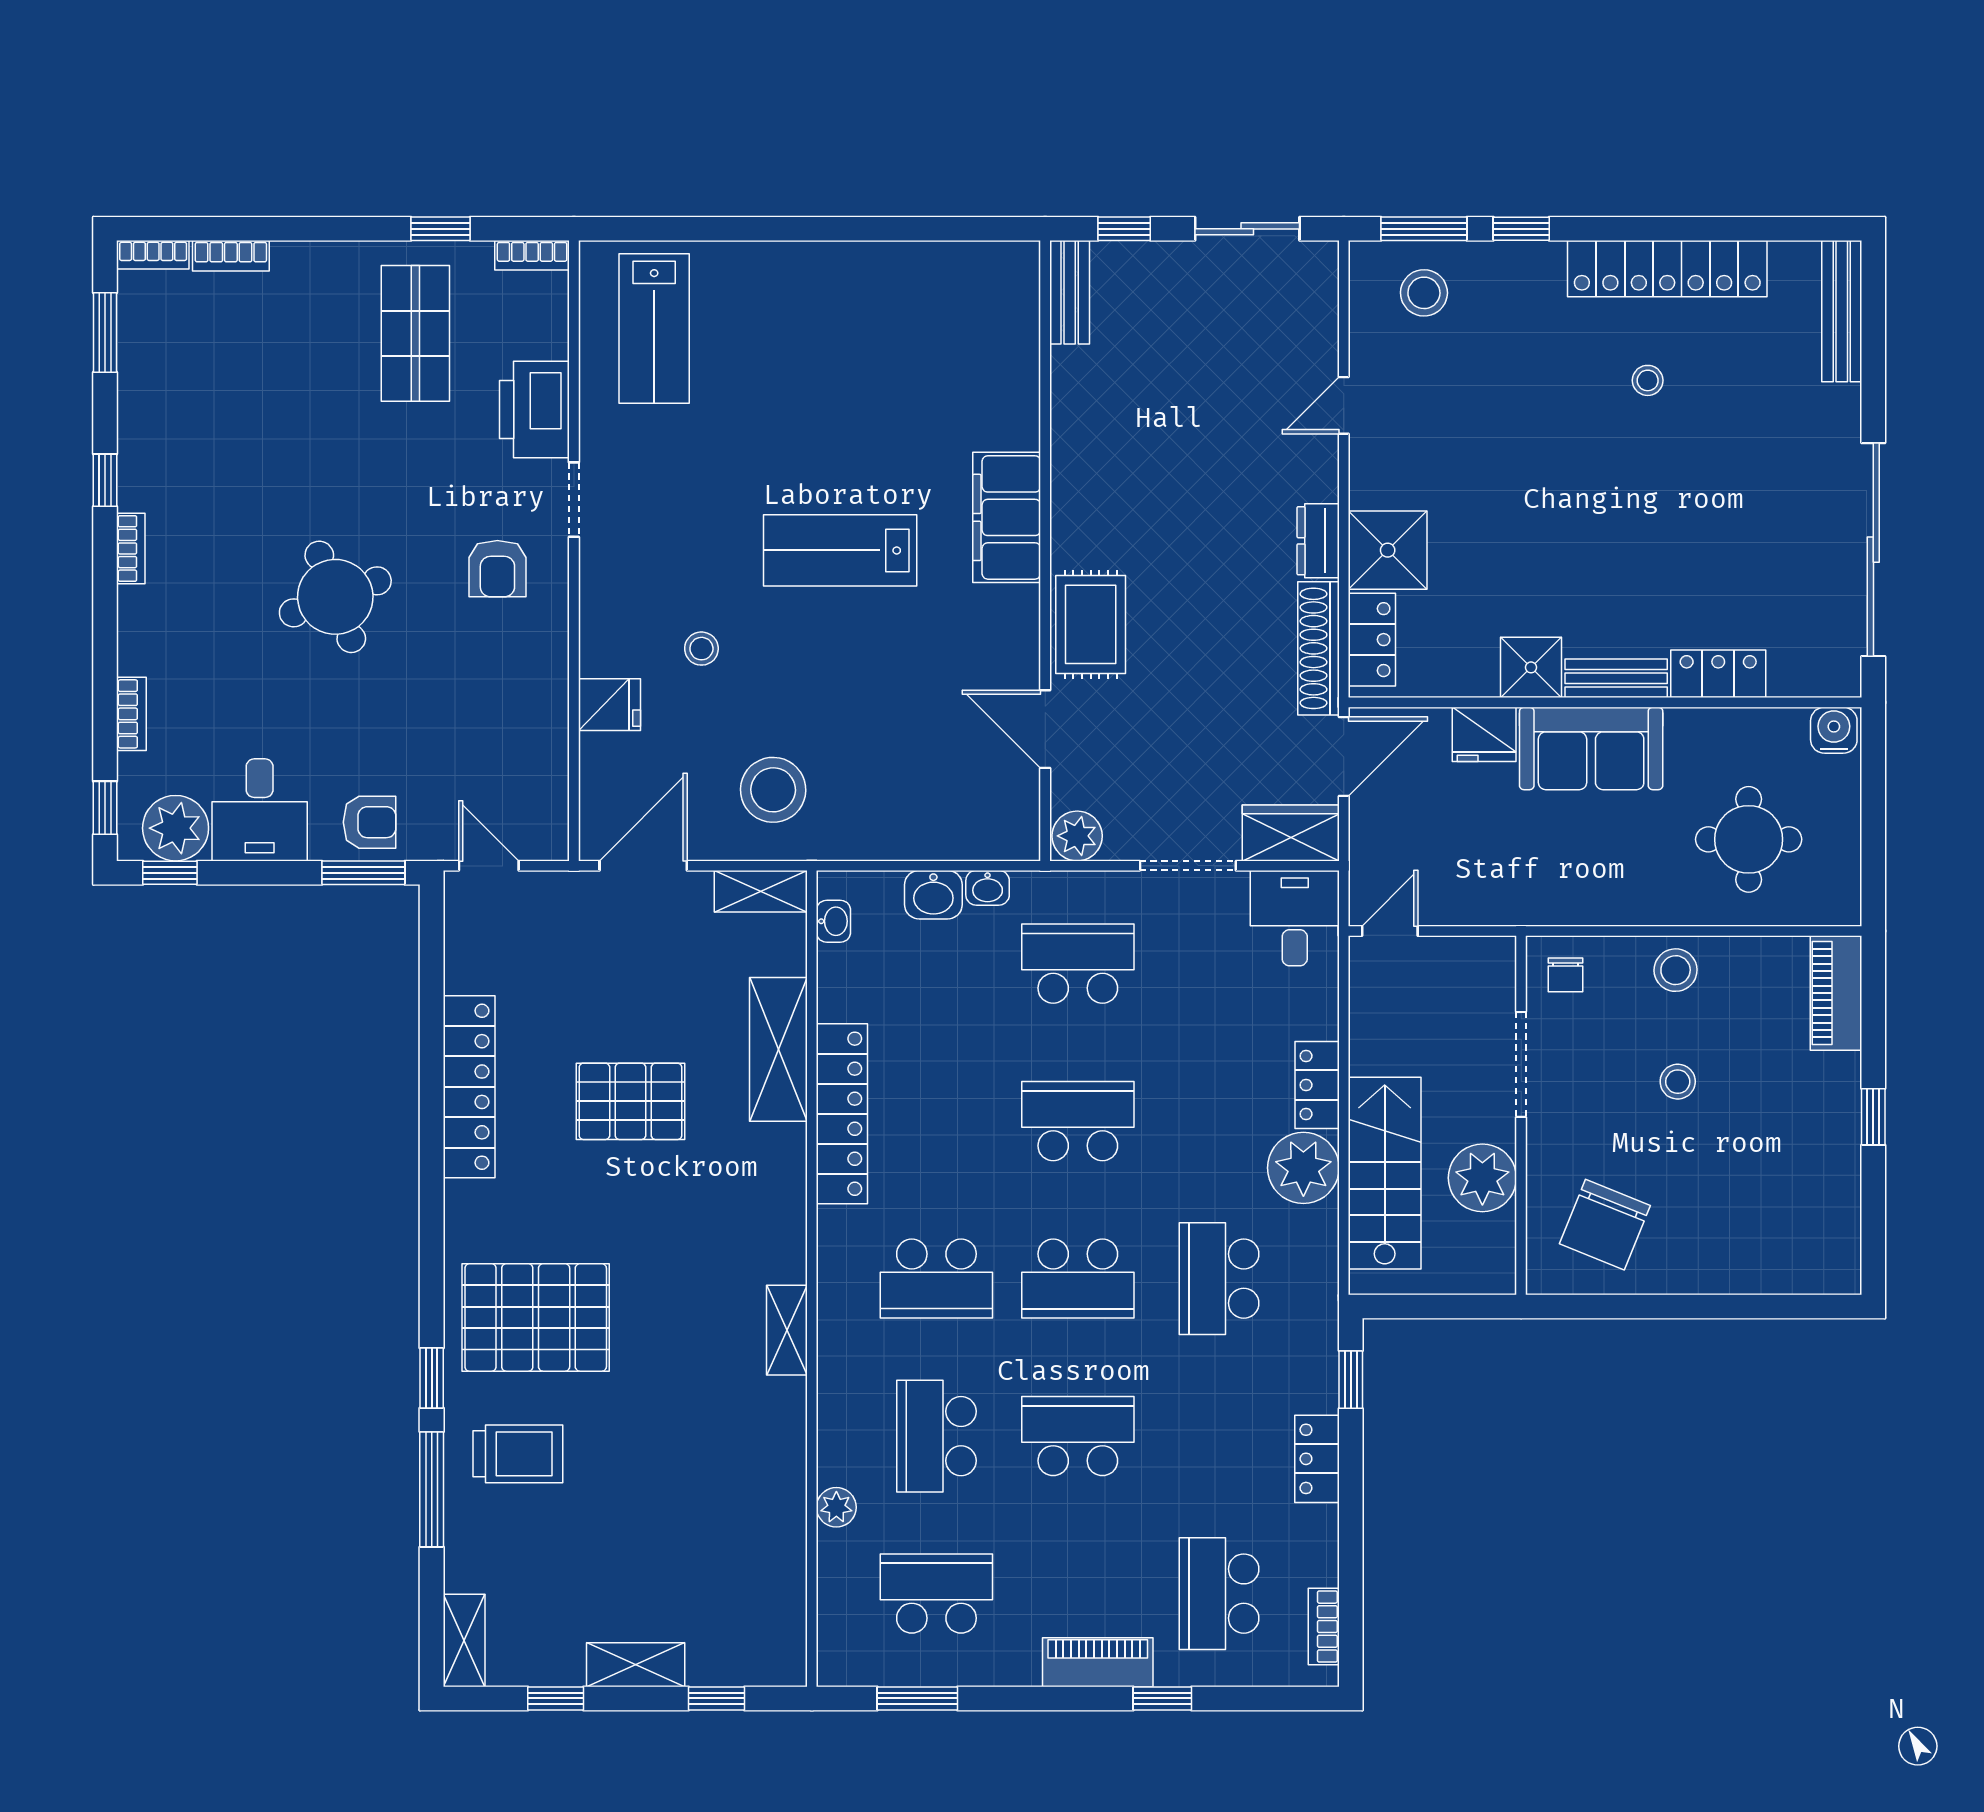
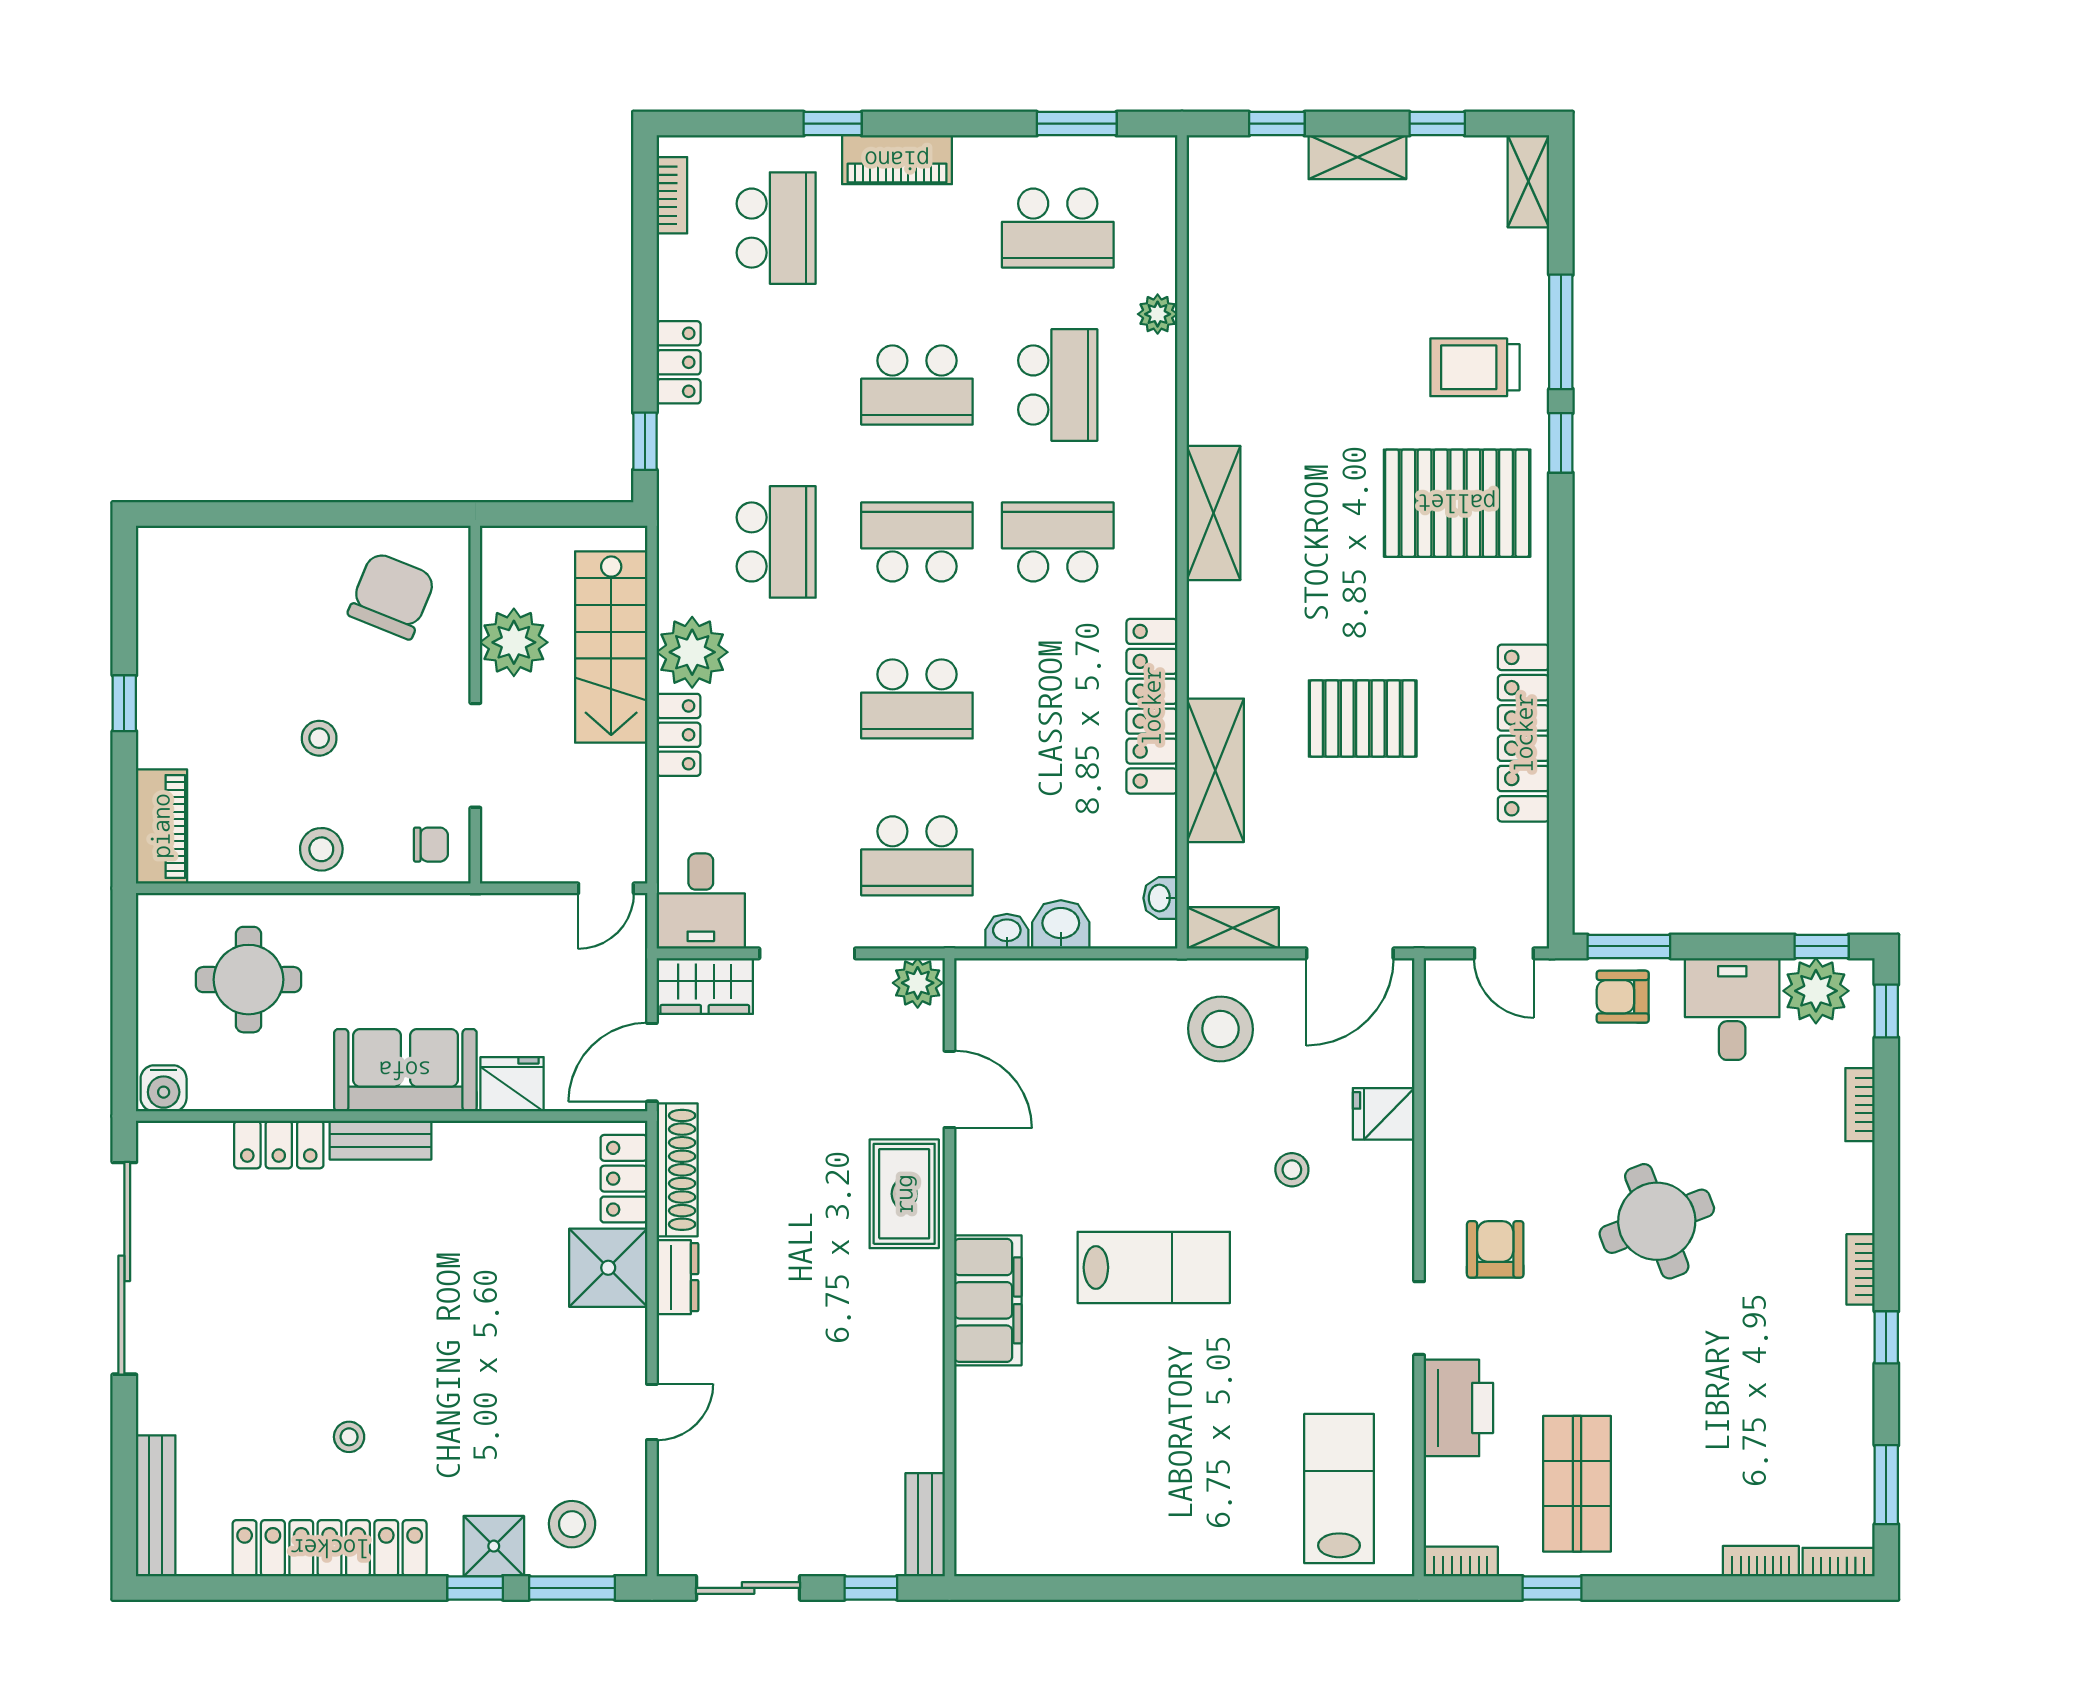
shower: (1531, 667) -> (494, 1546), moved
chair: (1566, 975) -> (431, 845), turned 90
shelving: (787, 1330) -> (1213, 513), width x1.50, depth x1.33

